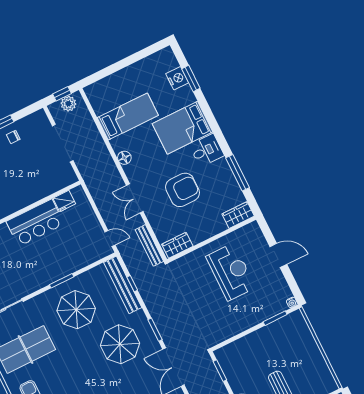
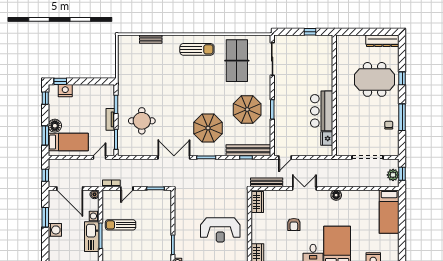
bed: (128, 116) -> (389, 212), moved
armchair: (182, 190) -> (294, 225), width x0.53, depth x0.53

